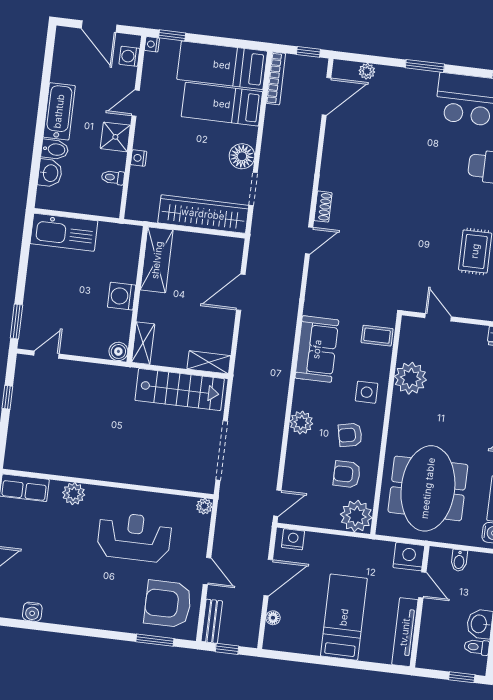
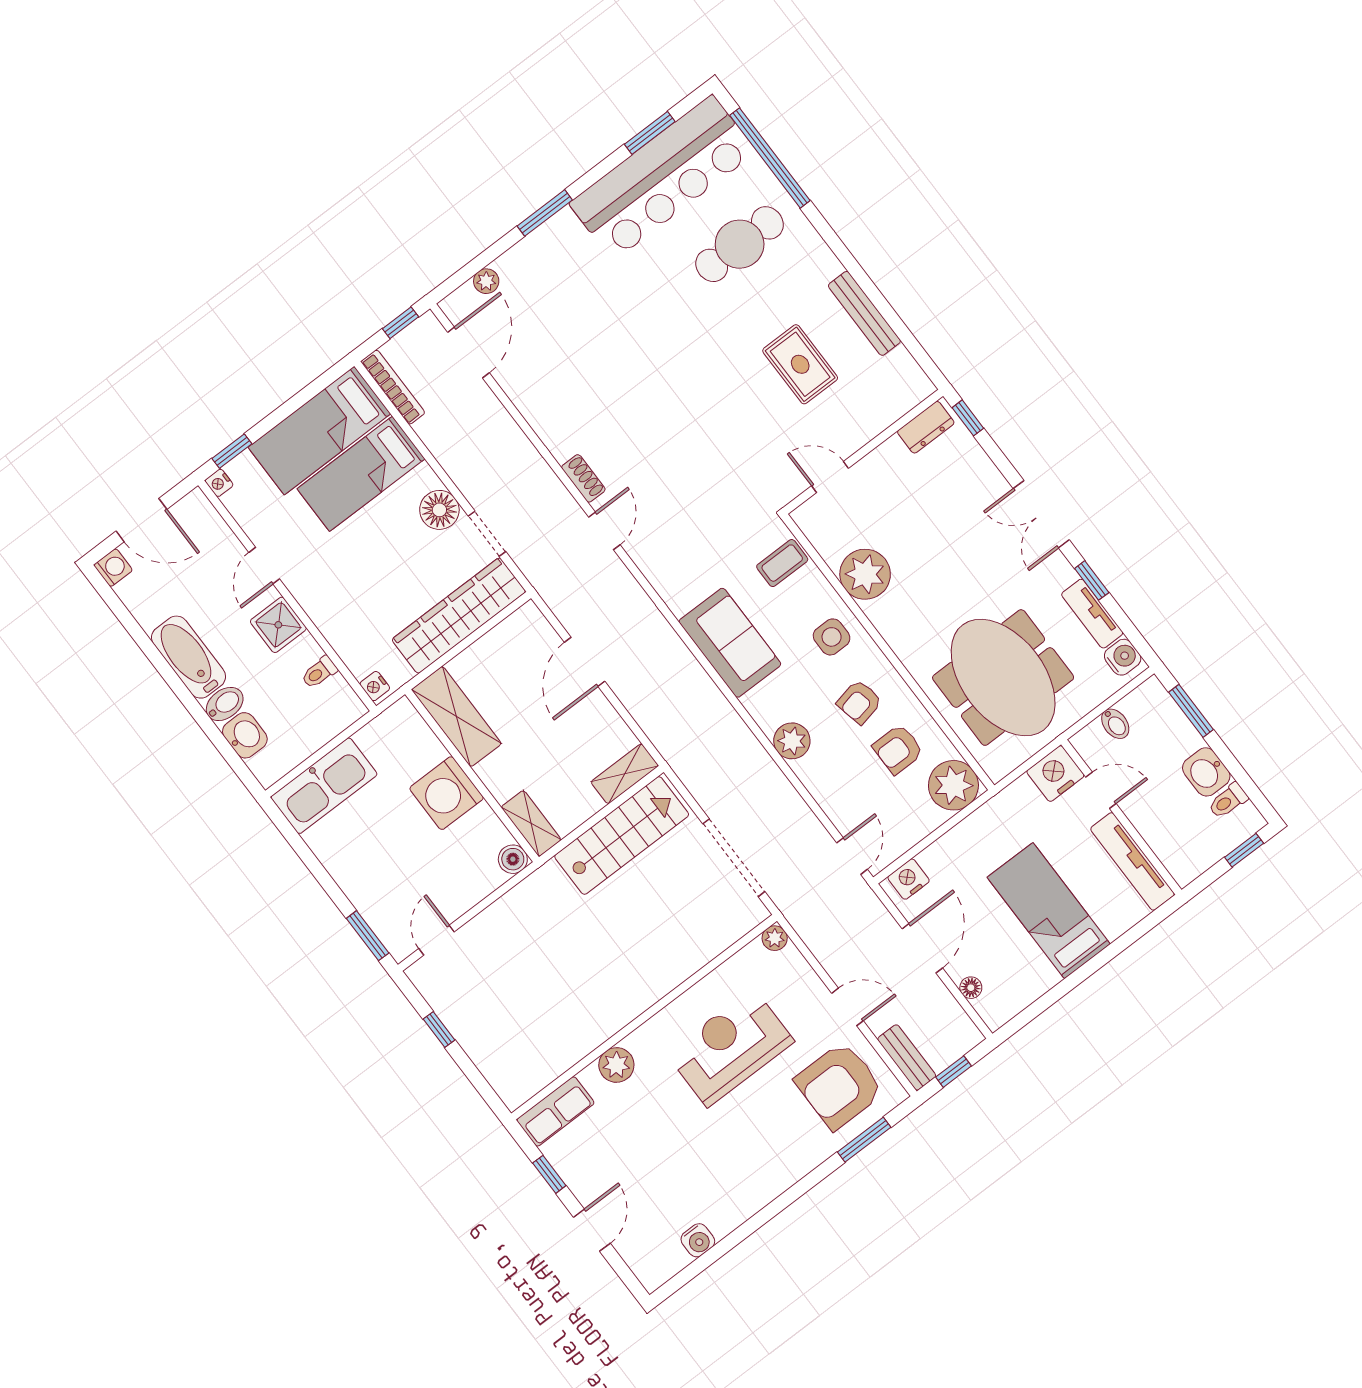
washing machine: (129, 56) -> (113, 568), moved, turned 180
nightstand: (139, 158) -> (375, 686), moved
washing machine: (122, 296) -> (447, 793), width x1.37, depth x1.37

